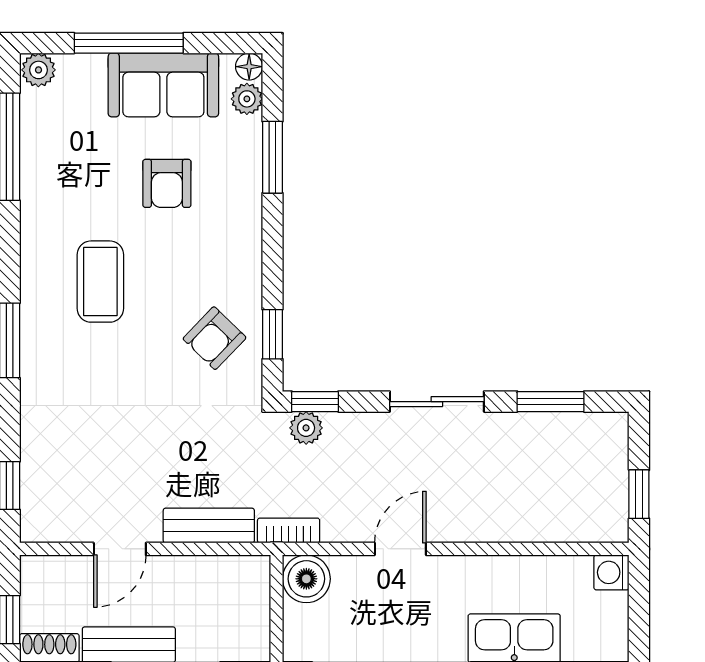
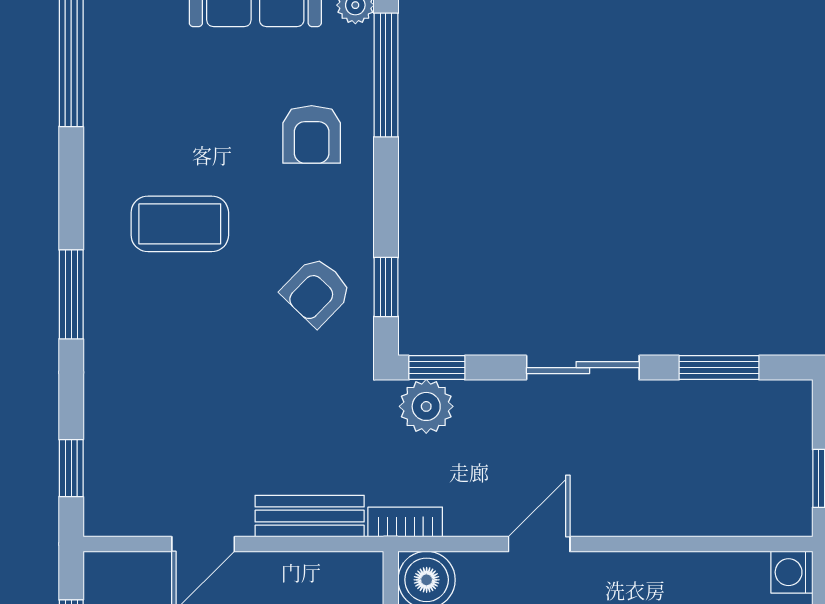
window: (273, 157) -> (386, 75), width x1.44
armchair: (167, 183) -> (312, 134), moved
coffee table: (100, 282) -> (180, 224), turned 90
plant: (306, 428) -> (426, 406), width x1.38, depth x1.38

